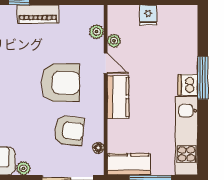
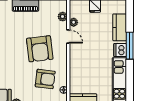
armchair: (60, 83) -> (40, 49), turned 83
kitchen counter: (118, 97) -> (120, 27), moved, turned 180

